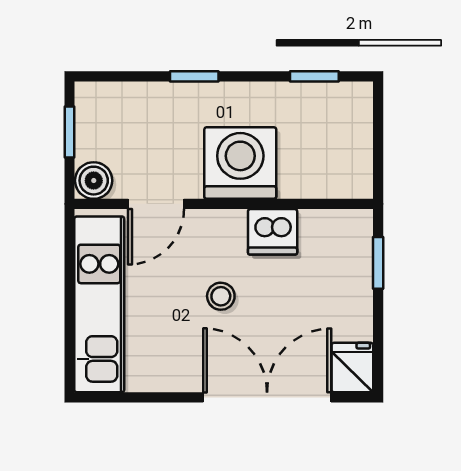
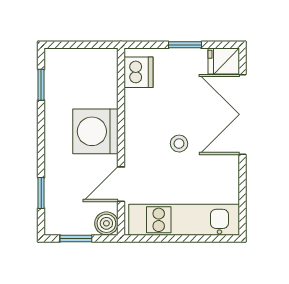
window: (194, 76) -> (41, 193), moved
door: (156, 204) -> (121, 184), swing flipped
dishwasher: (273, 232) -> (139, 72), moved
window: (378, 263) -> (185, 45), moved

